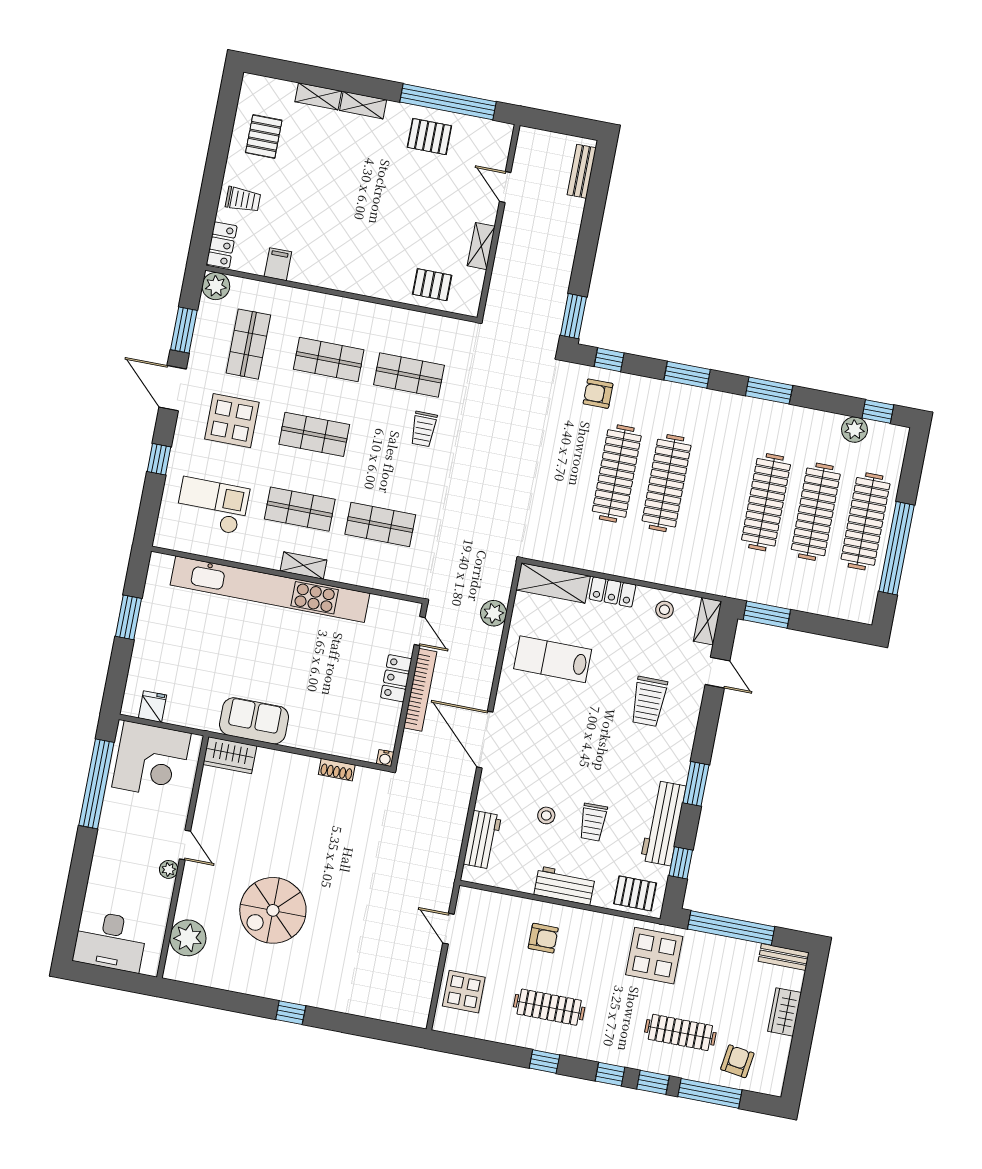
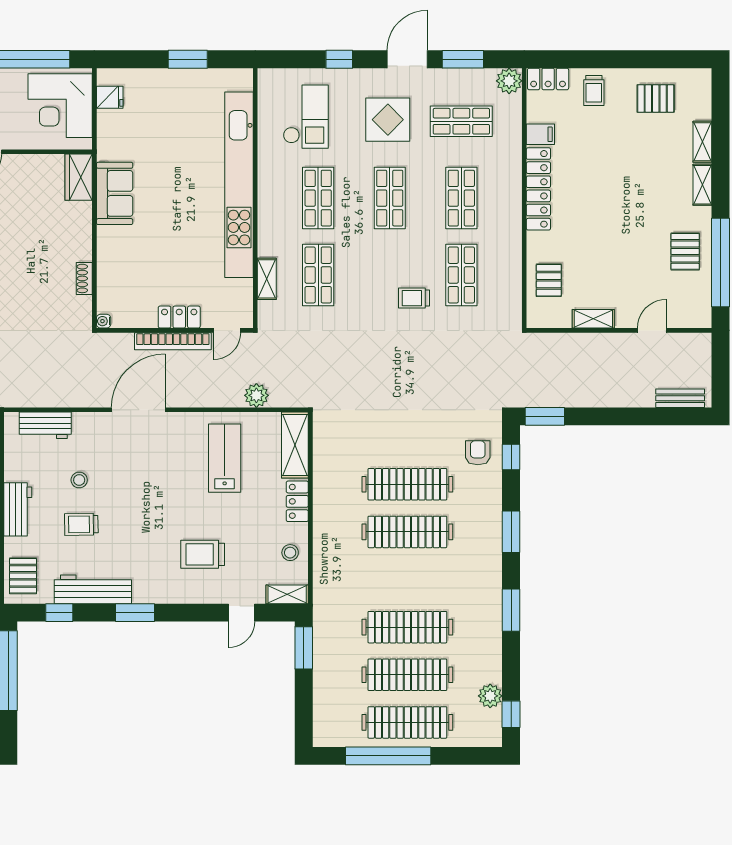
locker: (335, 277) -> (538, 189), added
shelving: (304, 566) -> (267, 279), moved

